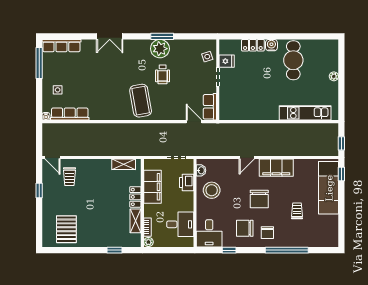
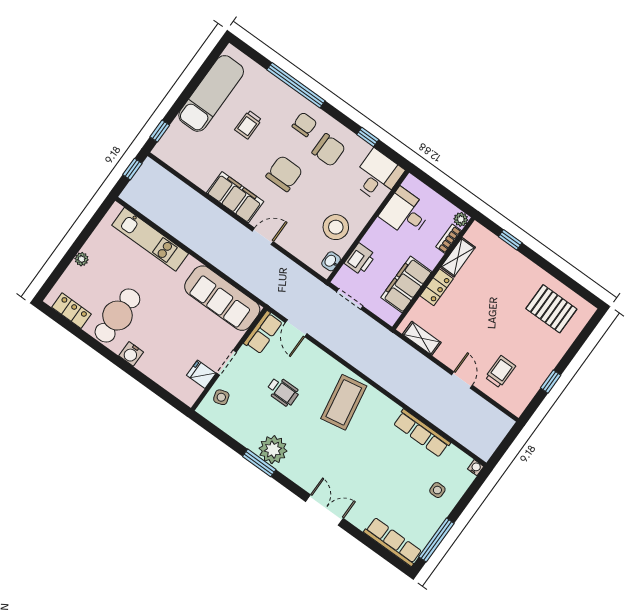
locker: (253, 45) -> (71, 311), moved
wheelchair: (163, 74) -> (283, 391), moved, turned 90
sofa: (245, 109) -> (222, 298), added
row of seats: (70, 114) -> (422, 433), moved
door: (52, 158) -> (462, 380), moved
exam couch: (329, 188) -> (211, 93), moved
pallet: (66, 229) -> (551, 309), turned 90

